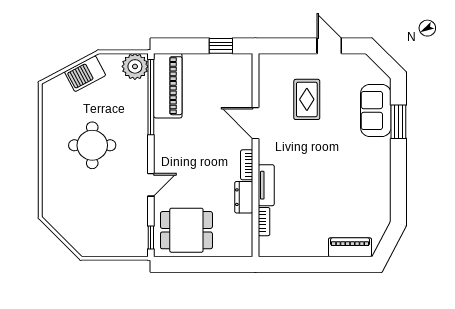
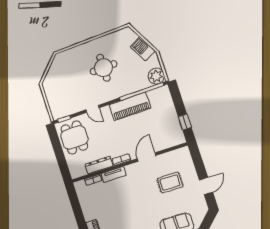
piano: (168, 86) -> (130, 106), moved
dresser: (244, 197) -> (99, 165), width x1.44

